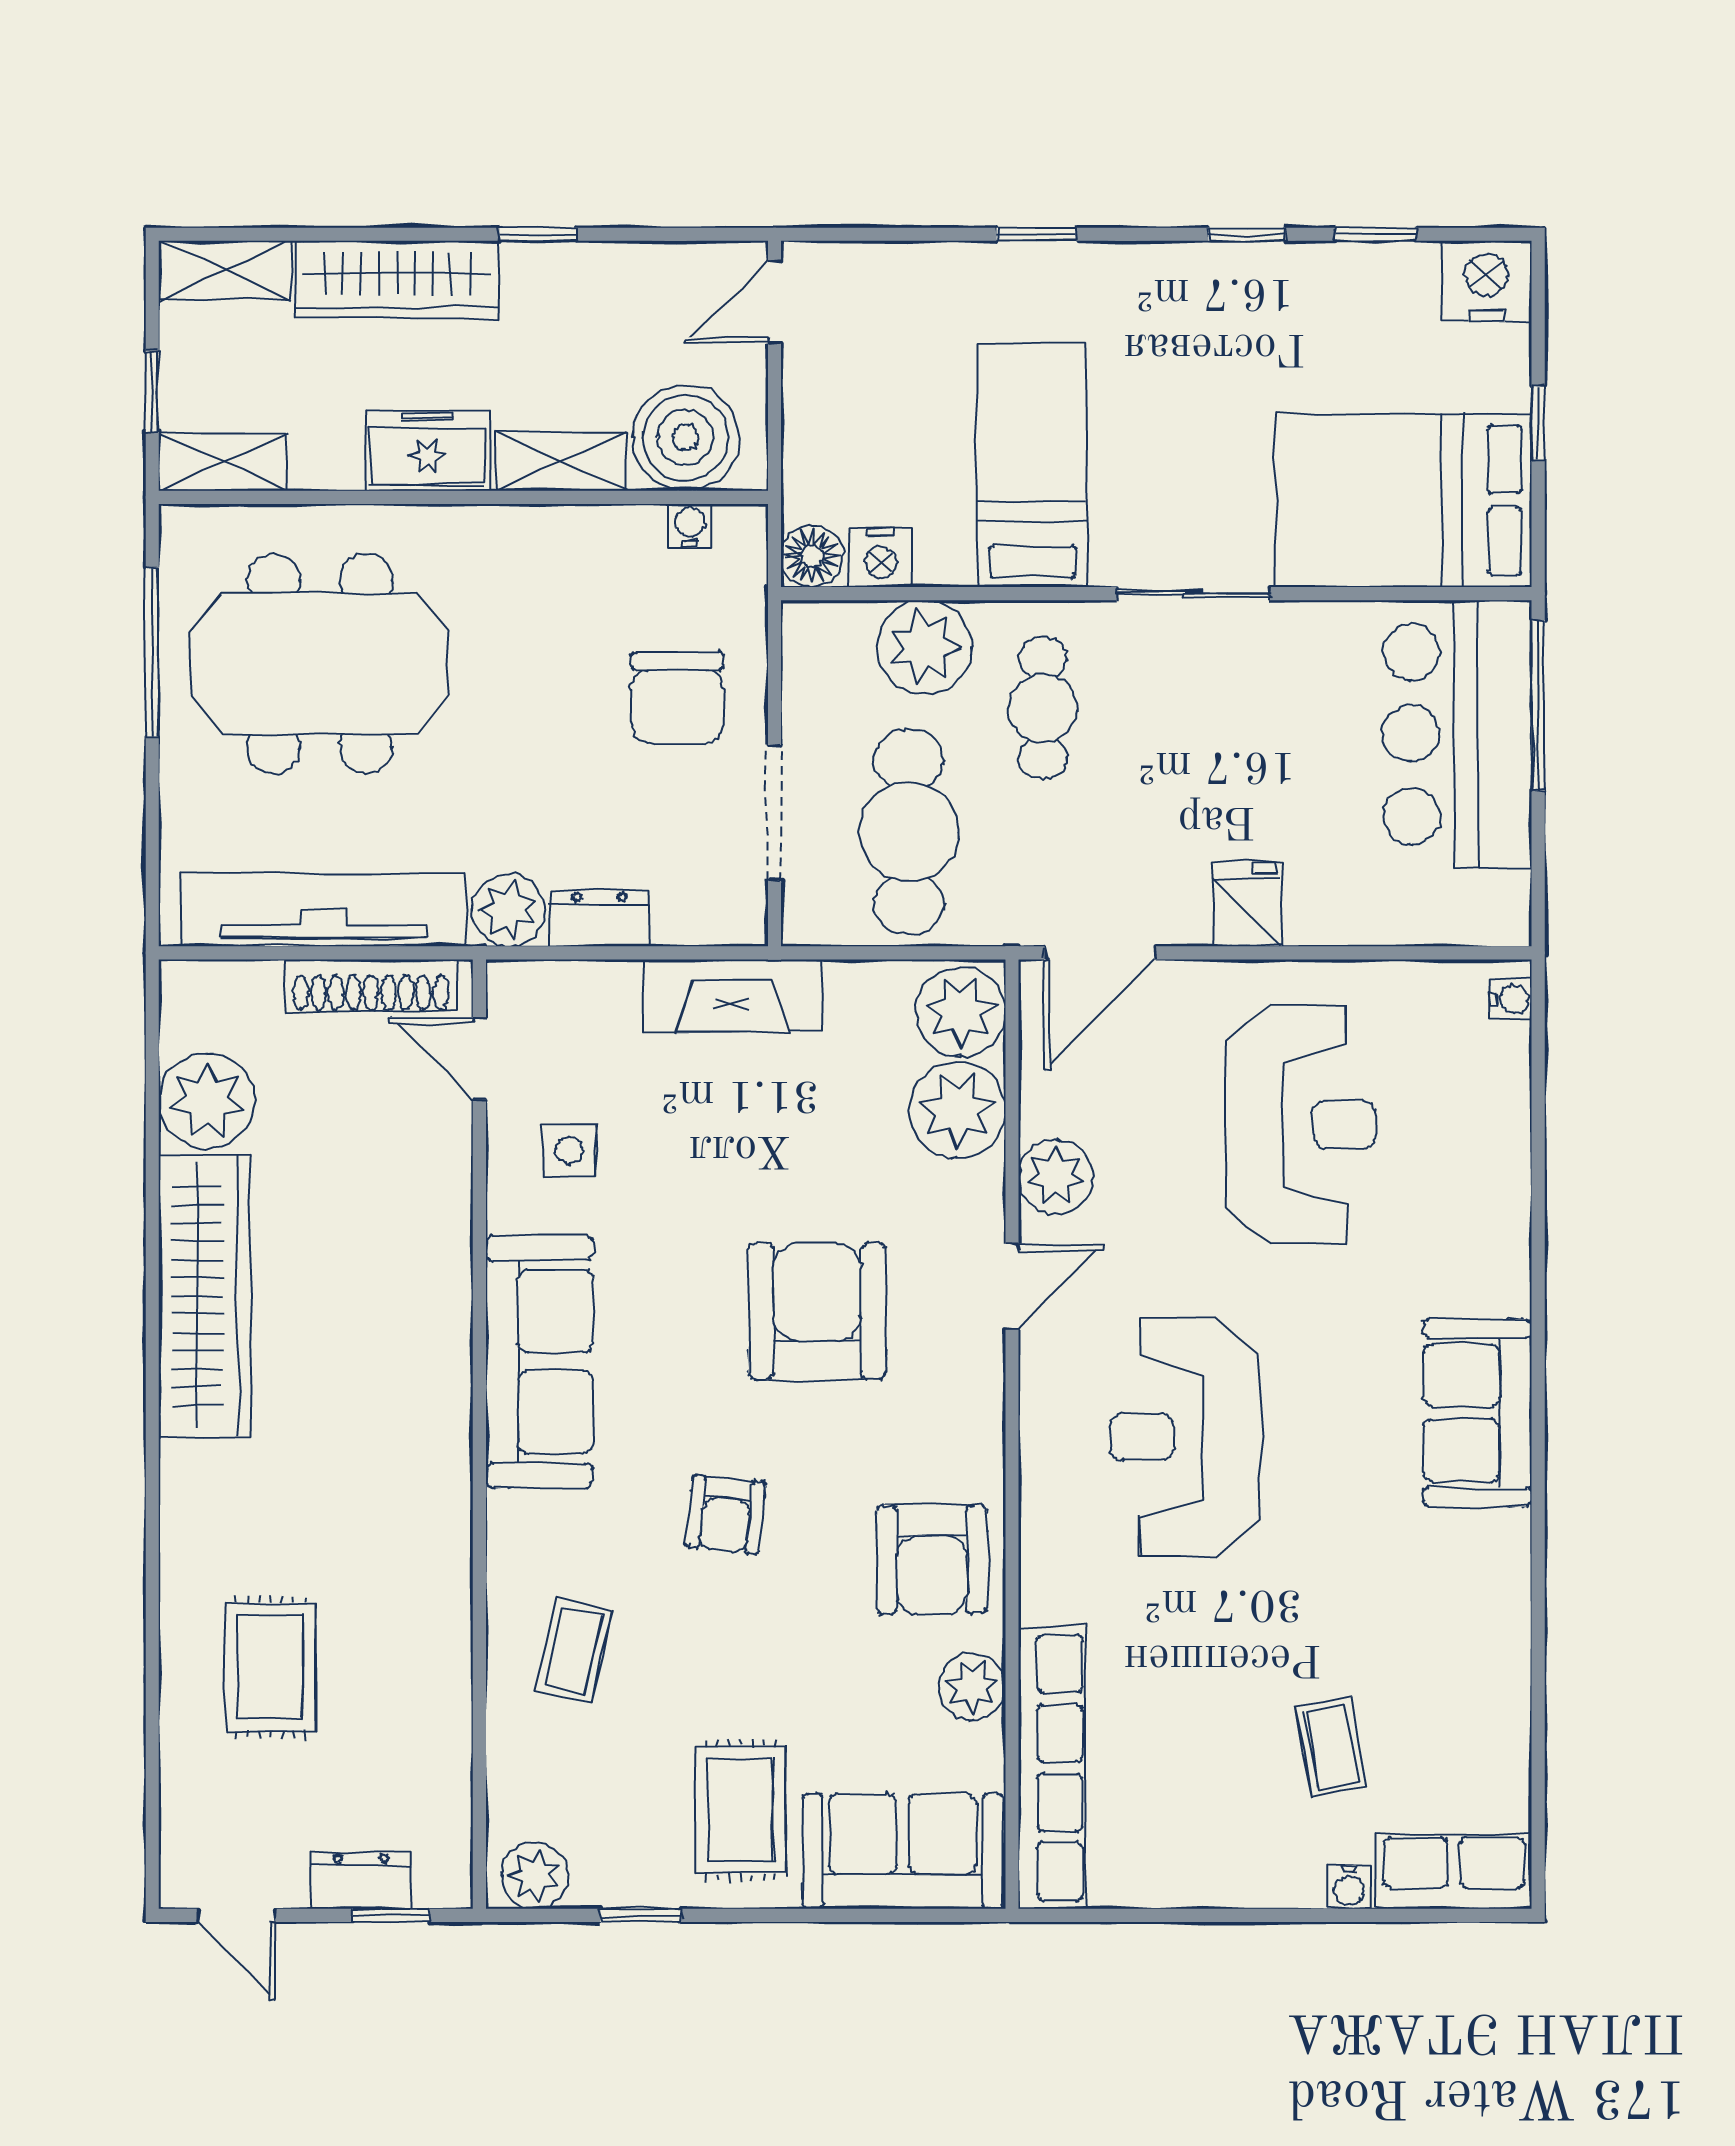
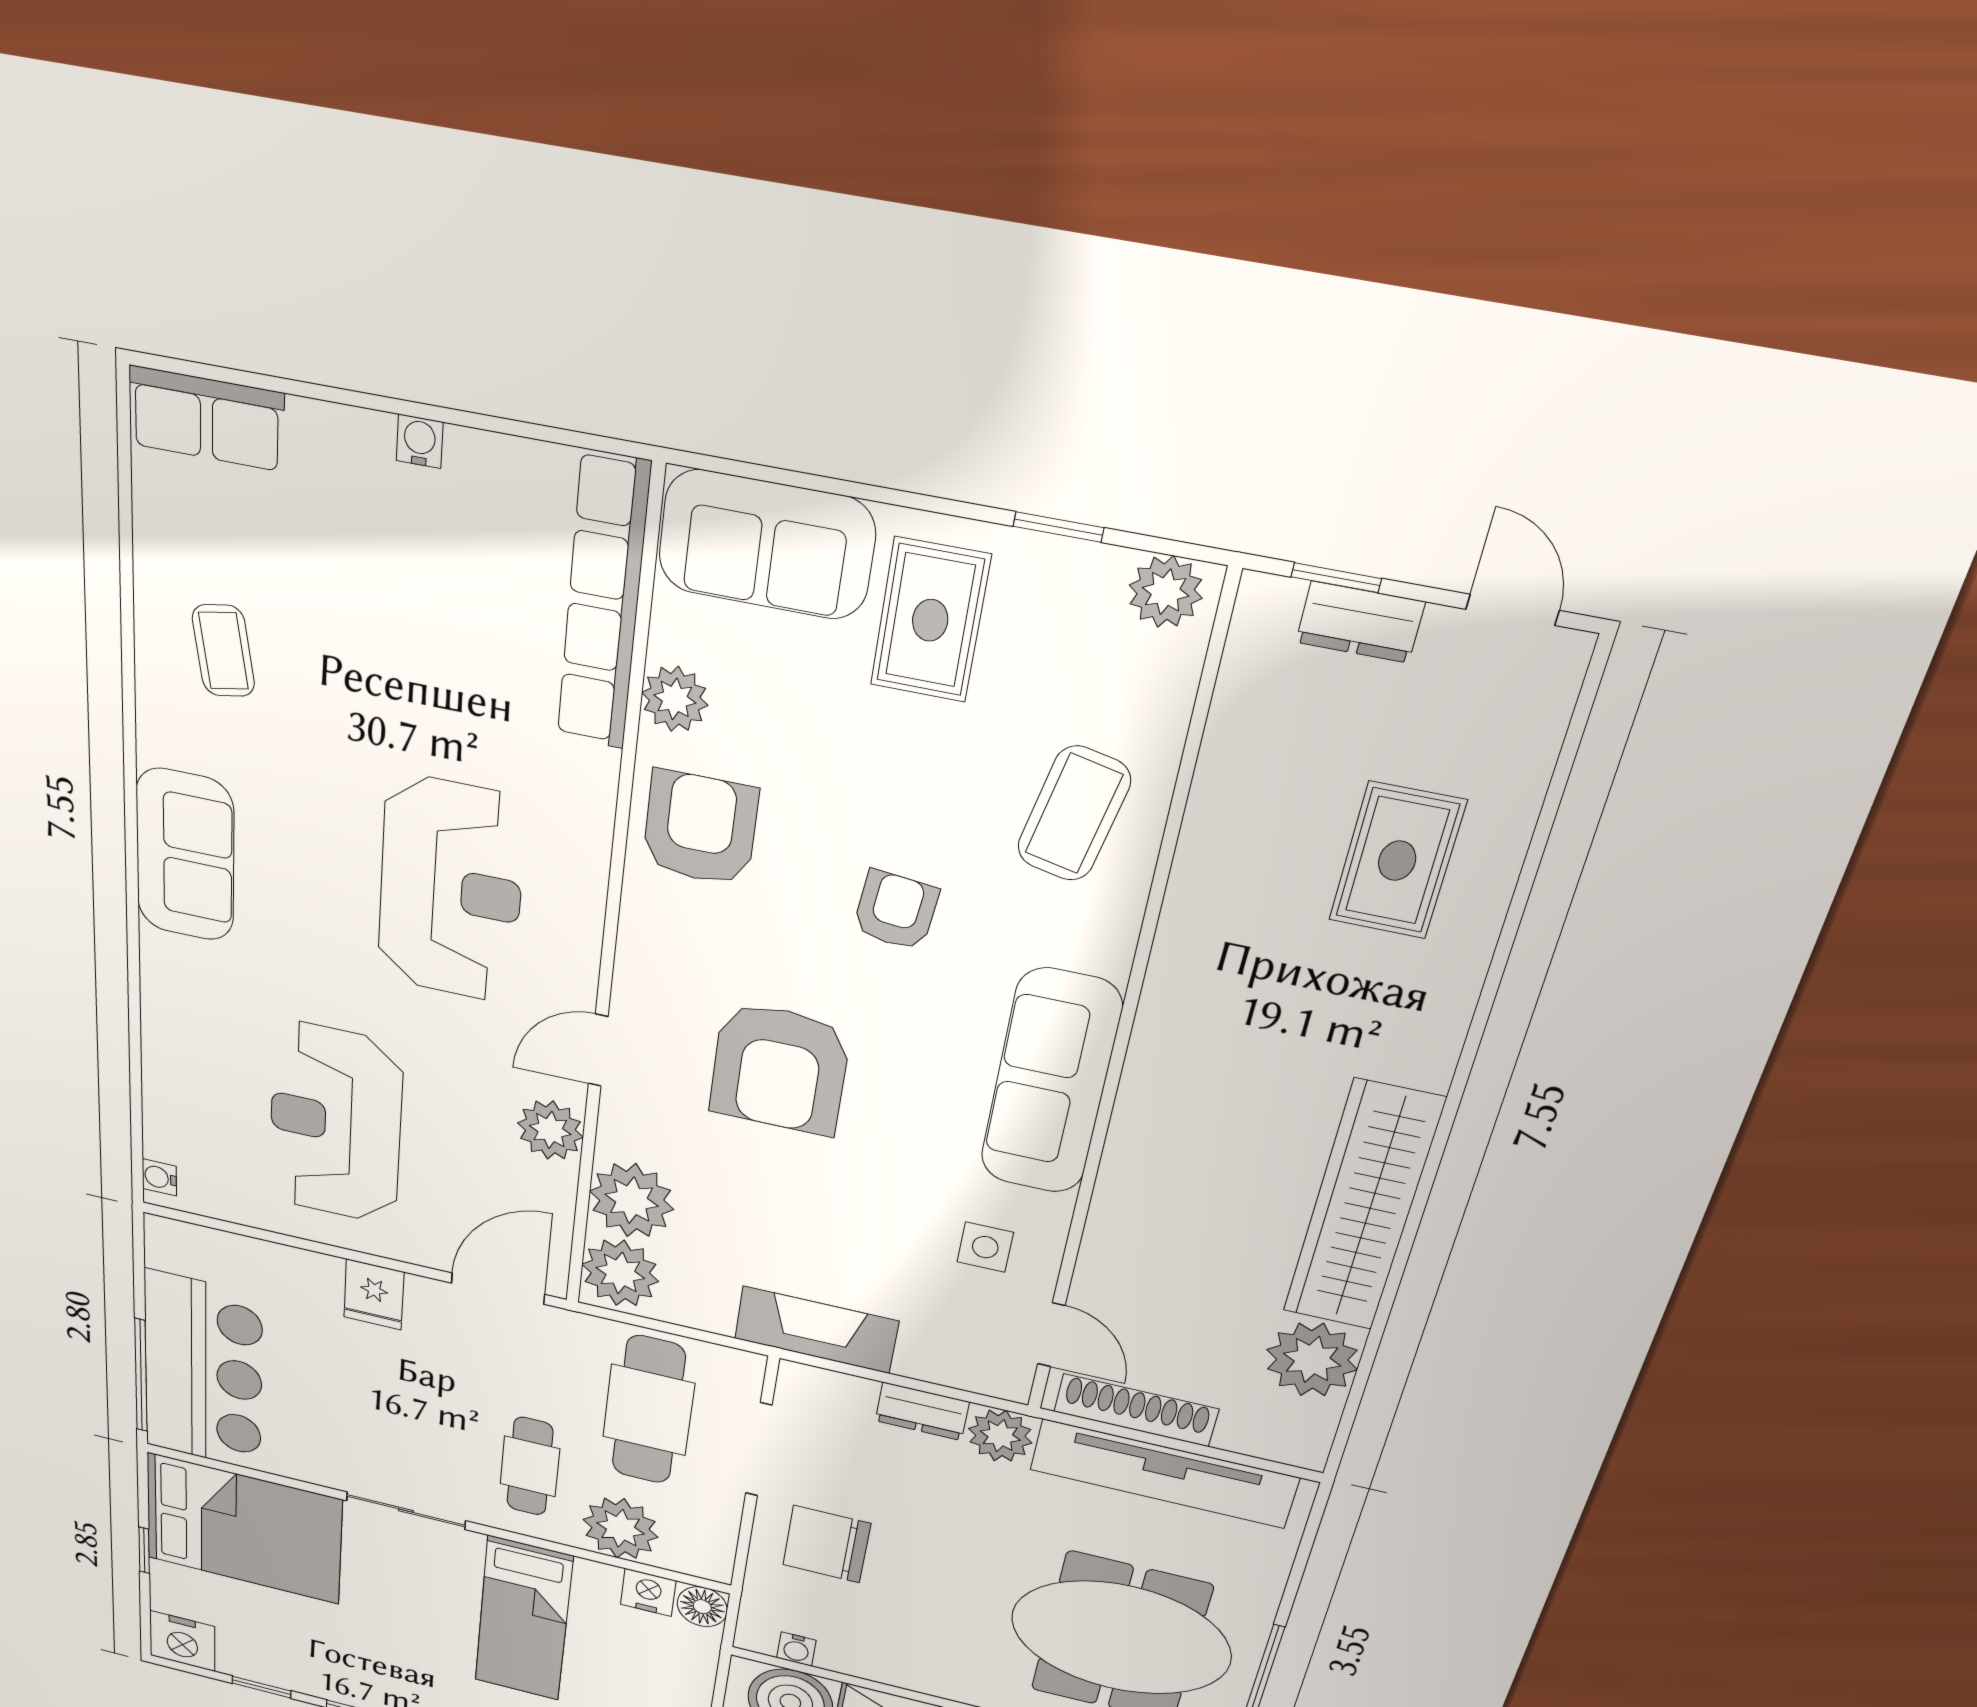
chair: (677, 698) -> (827, 1544), turned -90
coffee table: (573, 1651) -> (1074, 814), width x1.36, depth x1.30
coffee table: (1331, 1747) -> (223, 651), moved
water cooler: (1349, 1887) -> (420, 441), moved

